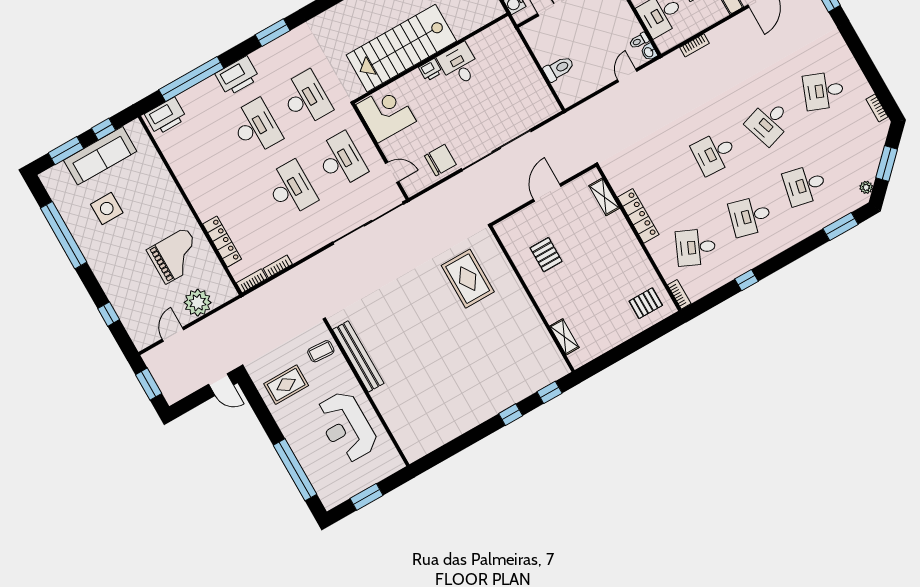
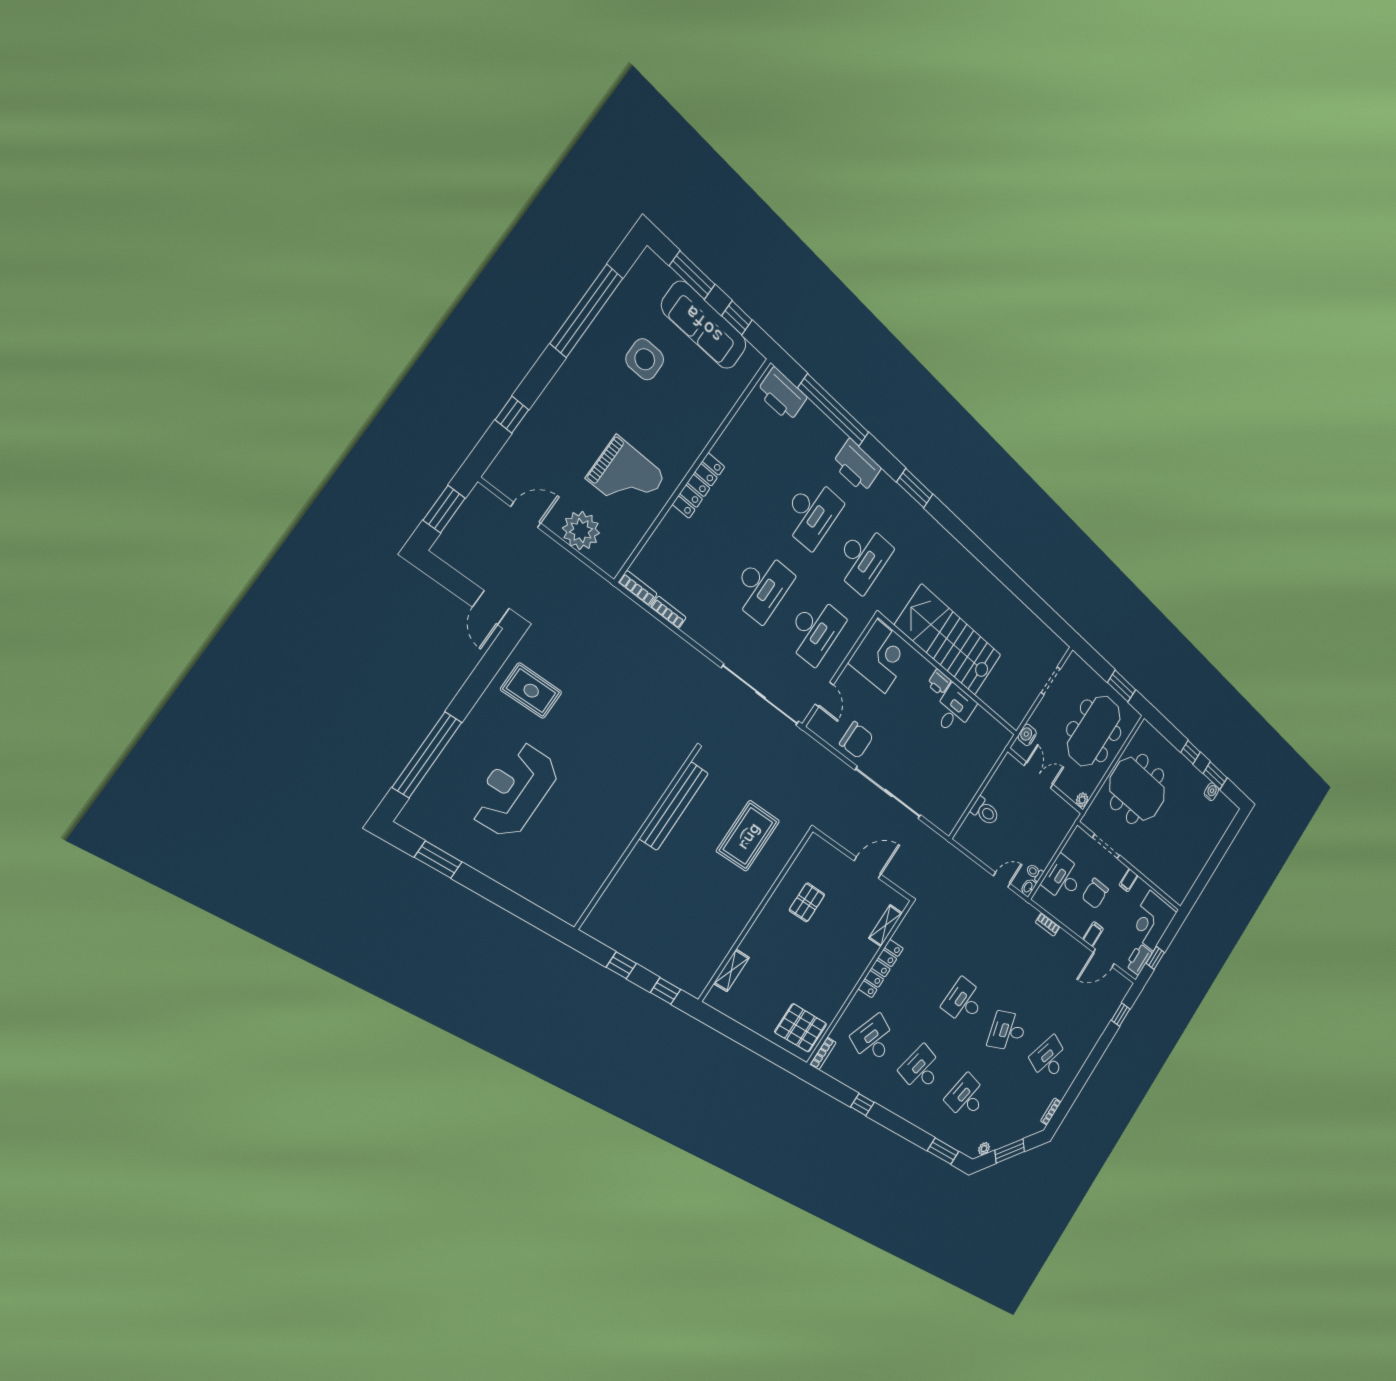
locker: (222, 242) -> (699, 485), moved
pallet: (646, 303) -> (801, 1028), width x1.50, depth x1.42
coffee table: (321, 351) -> (592, 713), removed
bench: (358, 356) -> (674, 806), moved
wall: (367, 393) -> (637, 838), moved

